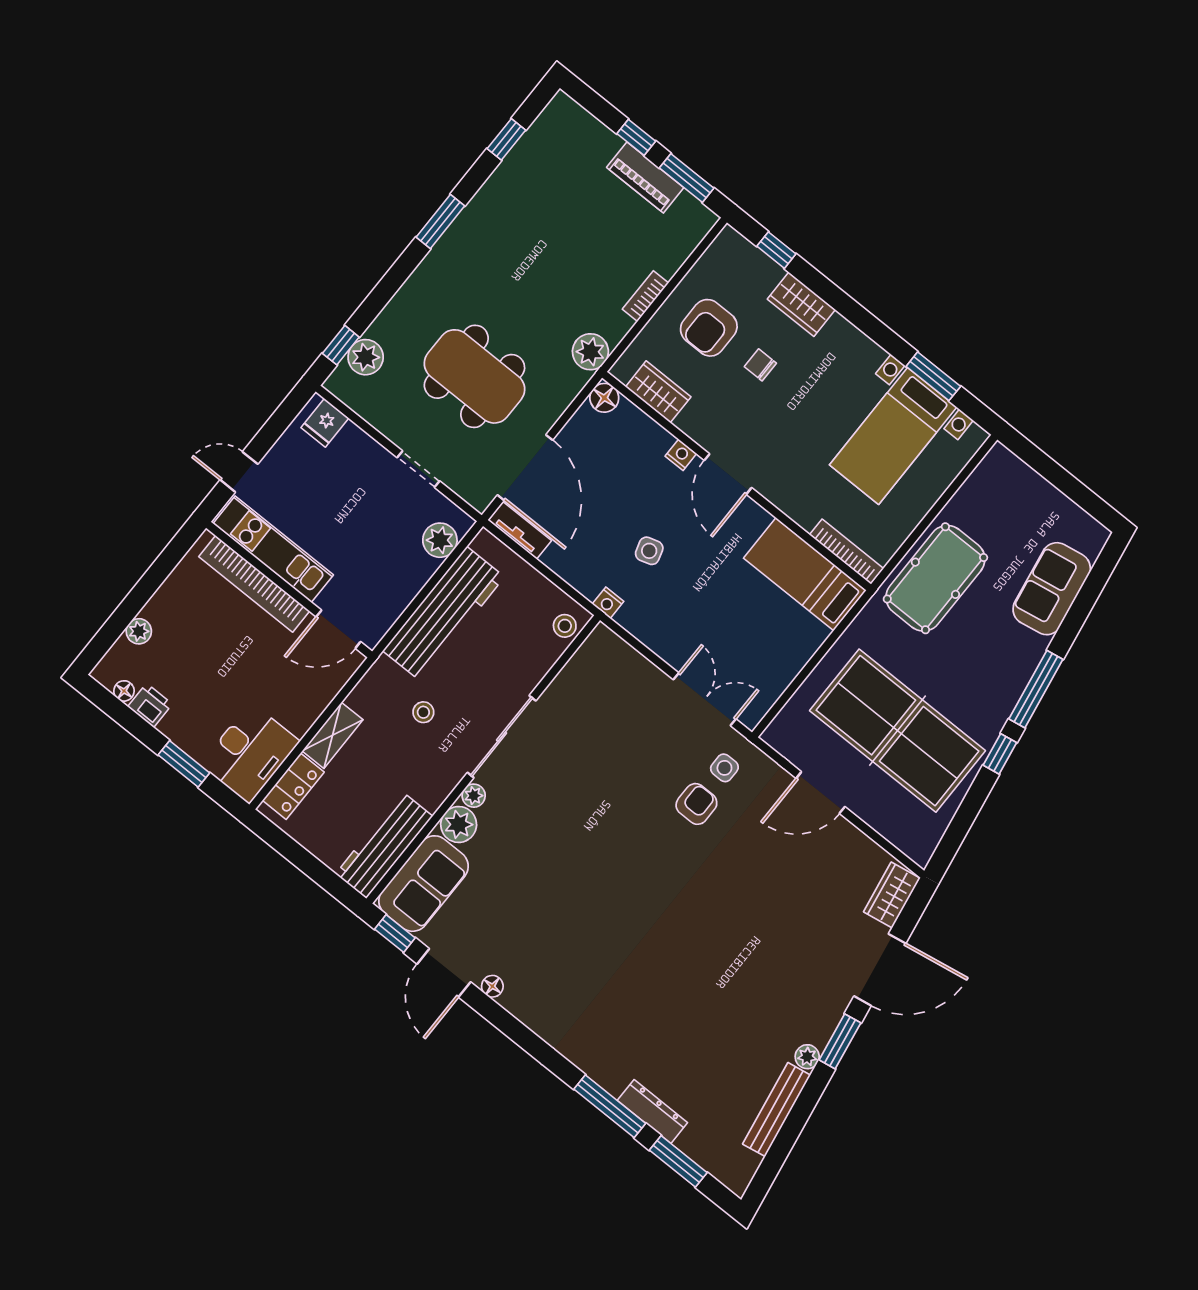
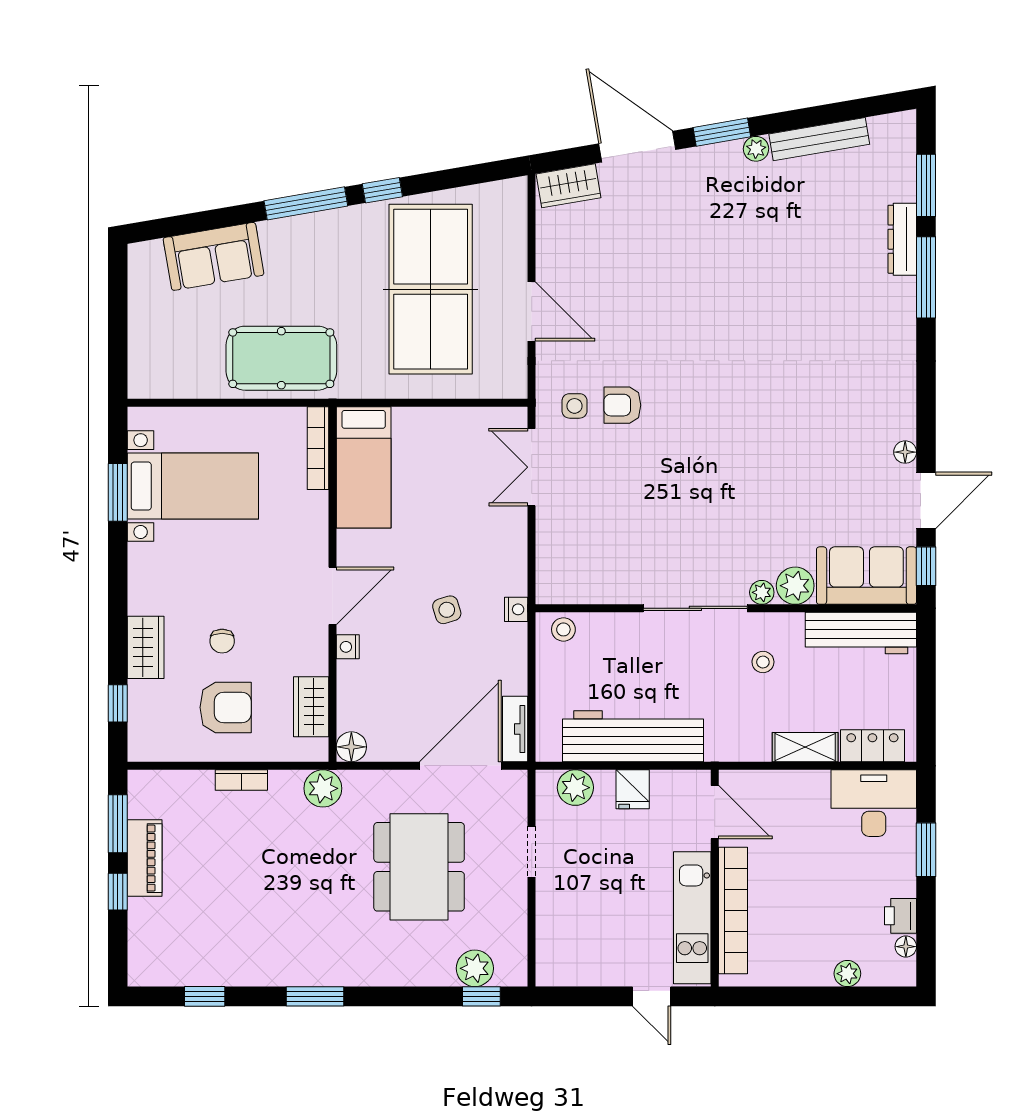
fridge: (325, 423) -> (633, 789), moved, turned 90
stool: (423, 712) -> (763, 662), moved

